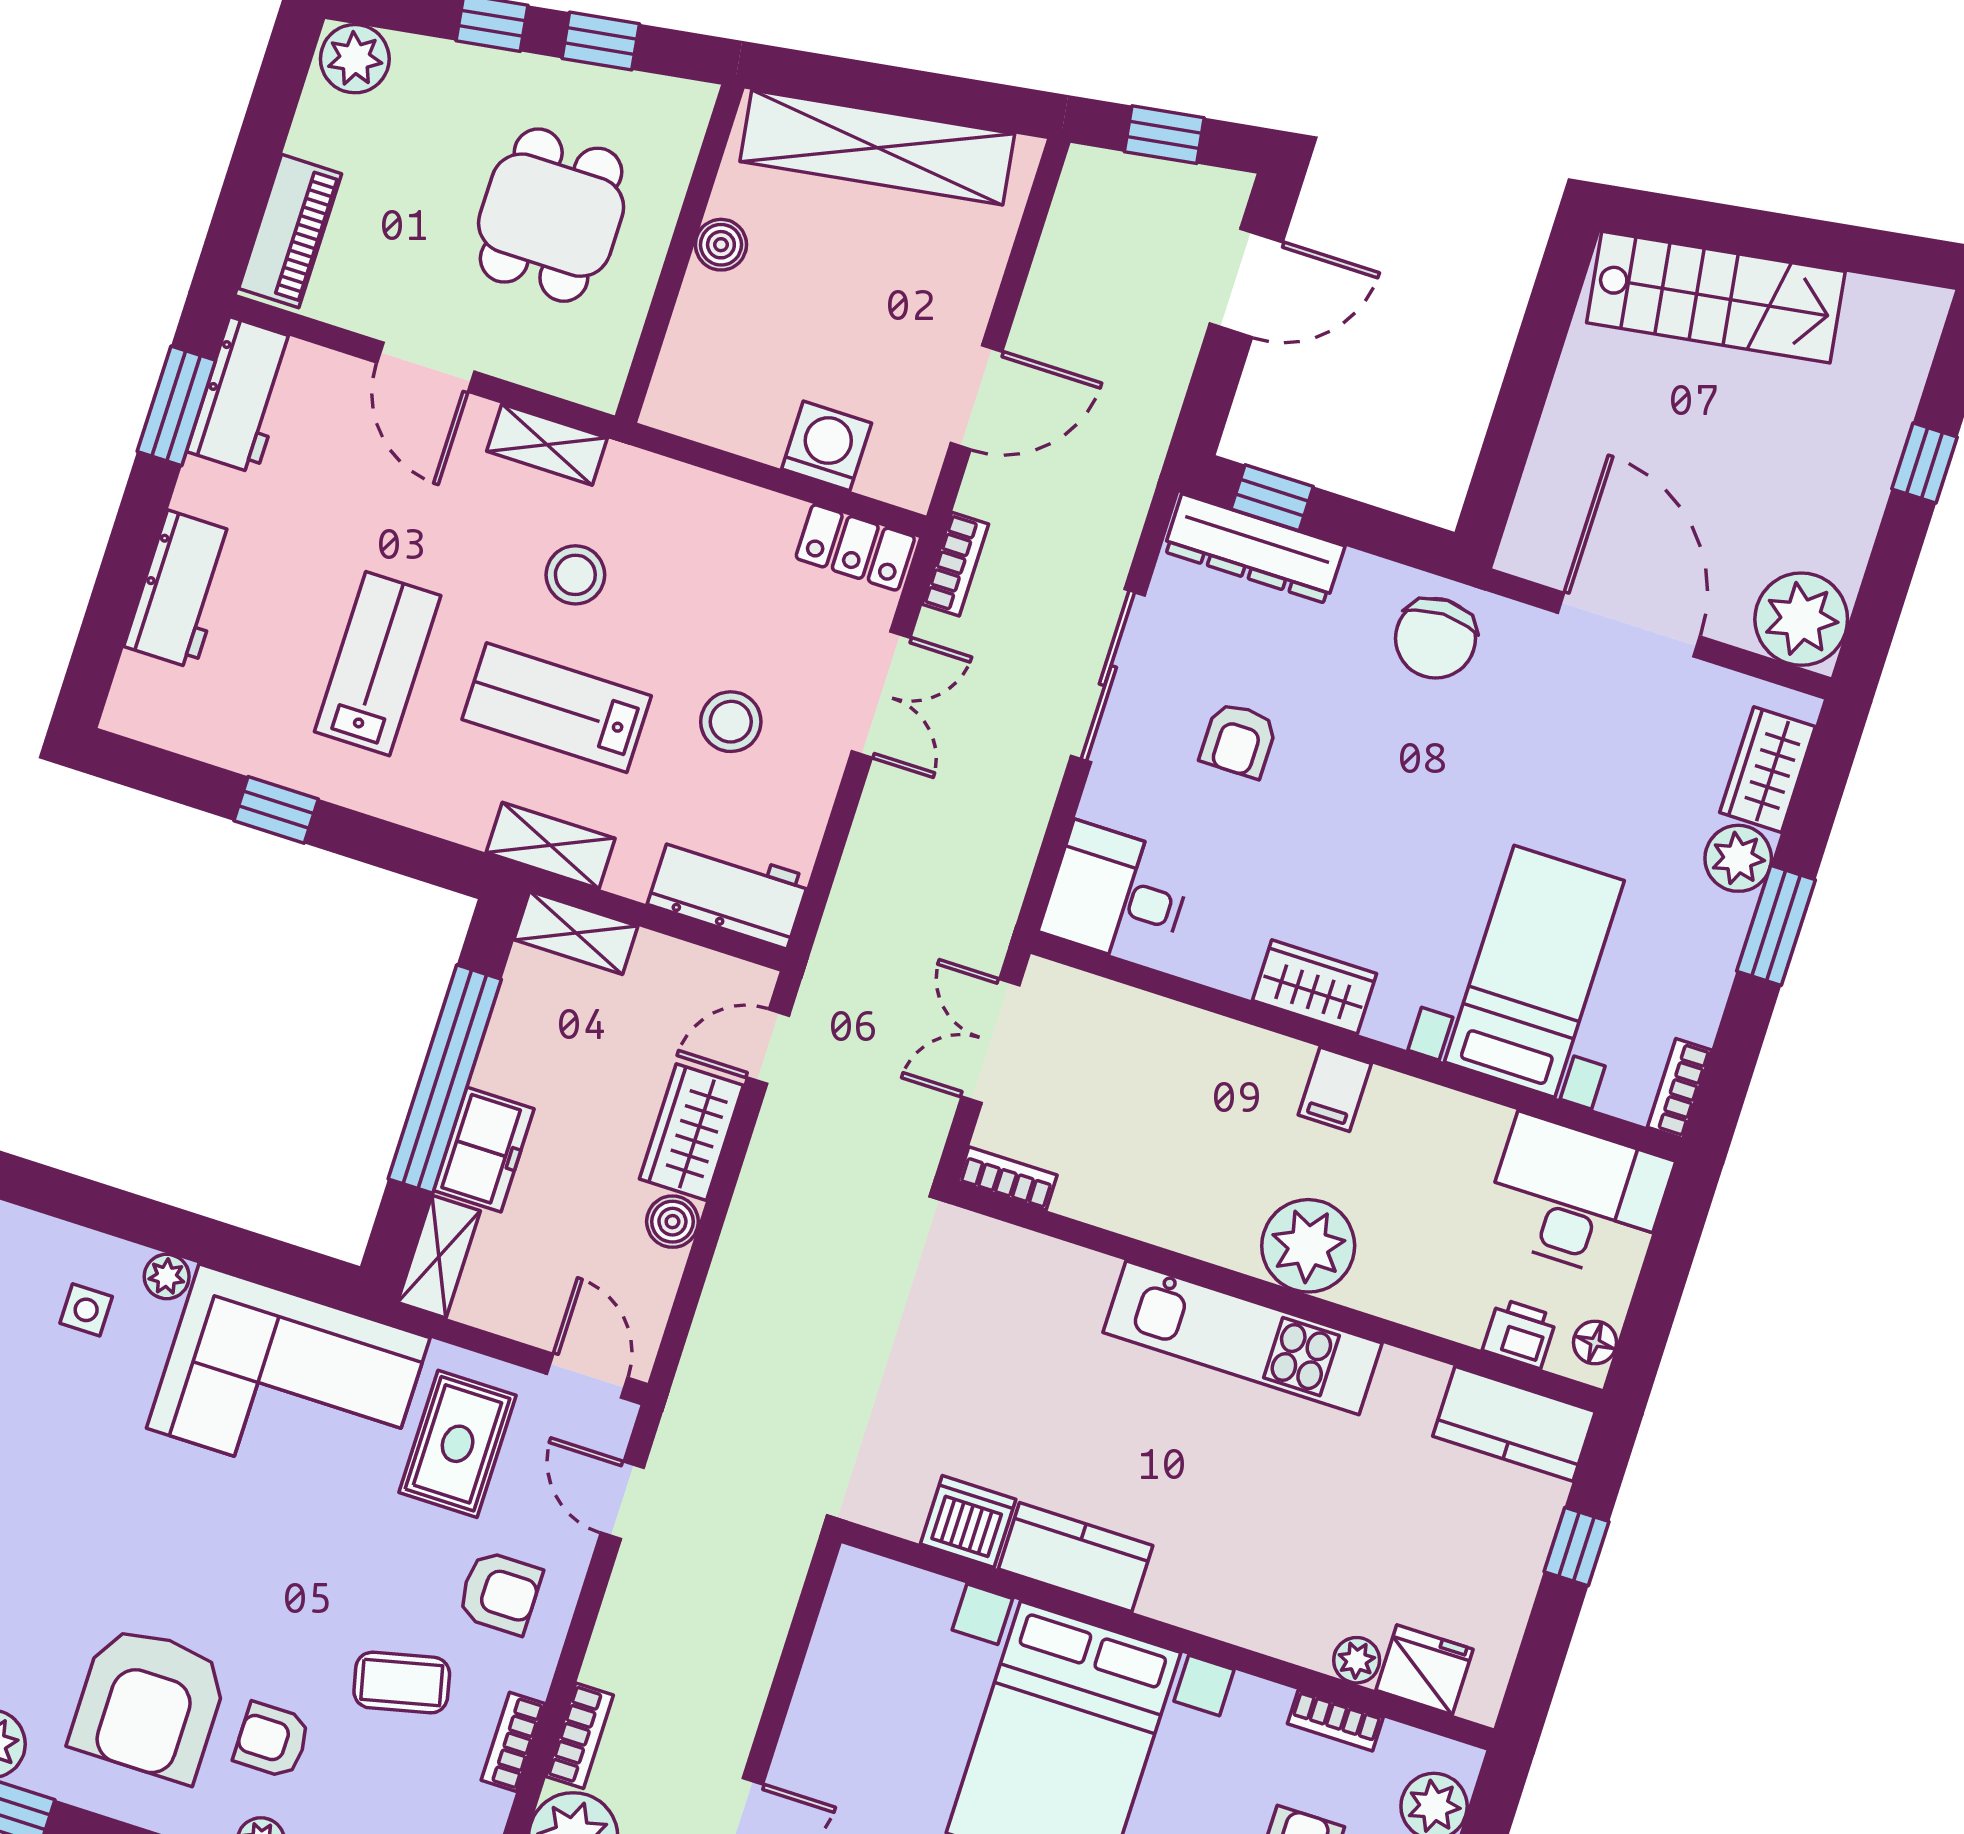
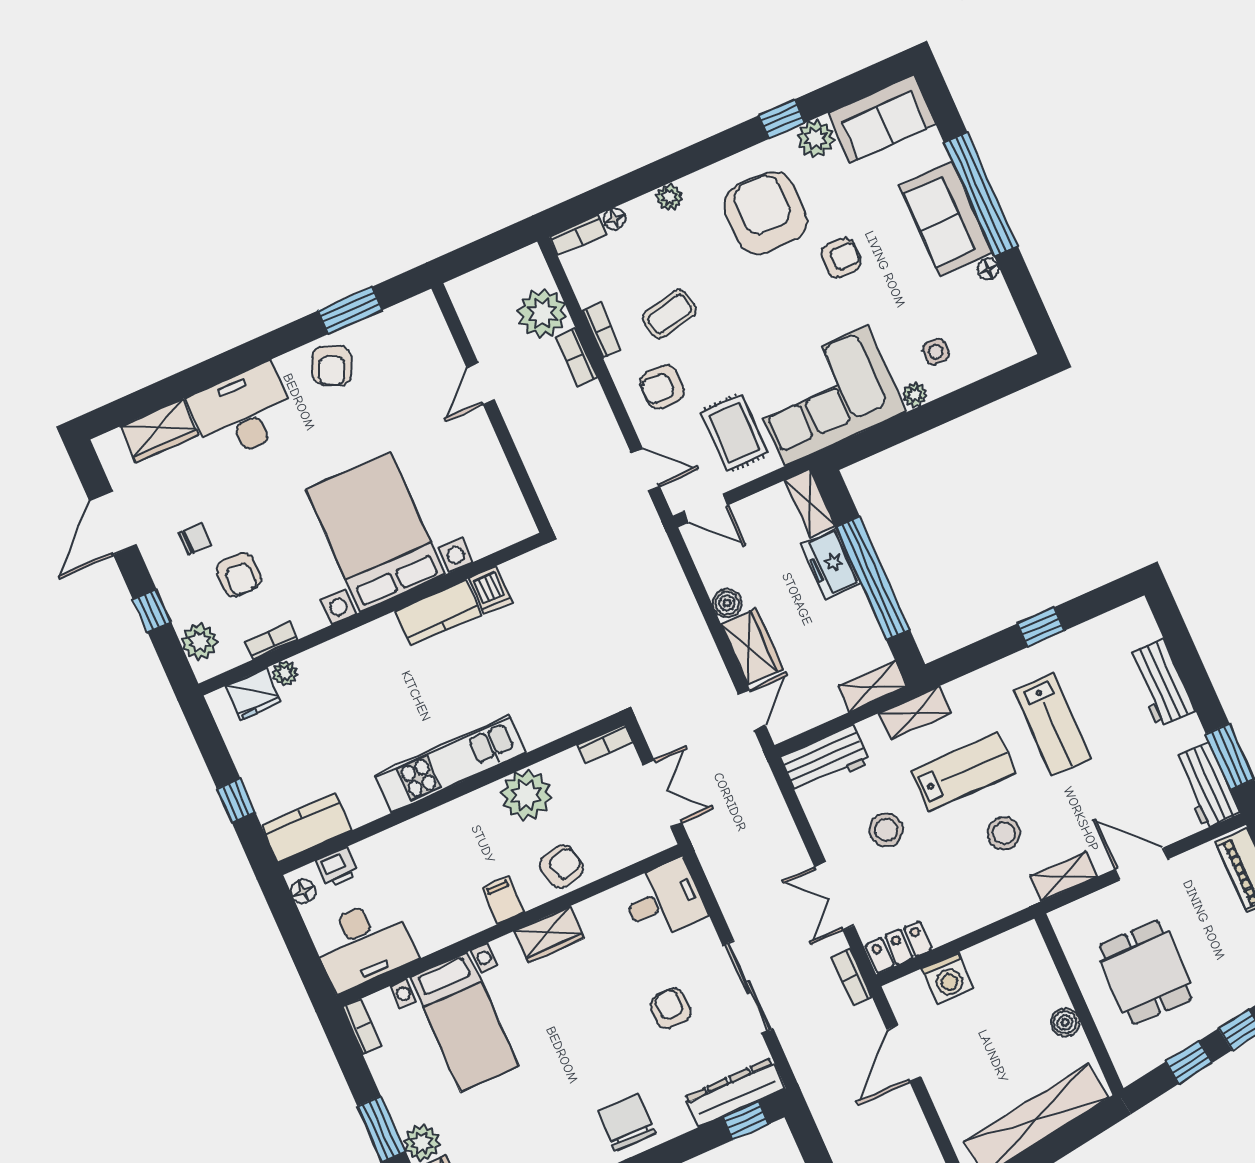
armchair: (1215, 1064) -> (561, 866), added
plant: (1308, 1246) -> (526, 795), moved
dishwasher: (968, 1522) -> (490, 590), width x0.73
armchair: (272, 1740) -> (841, 258), moved

